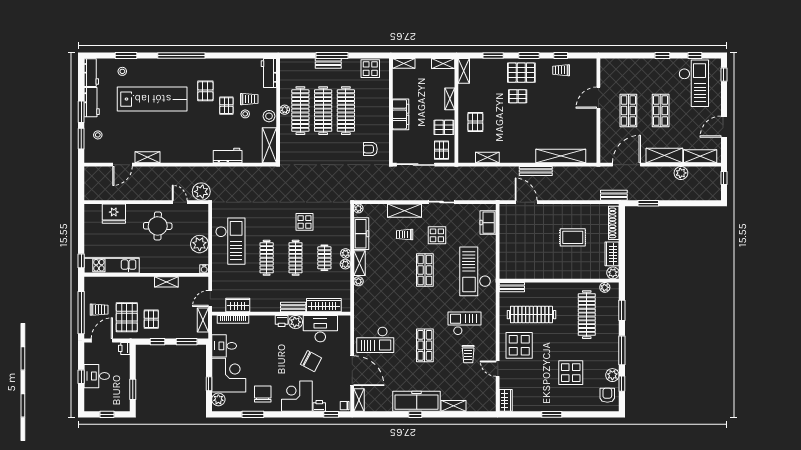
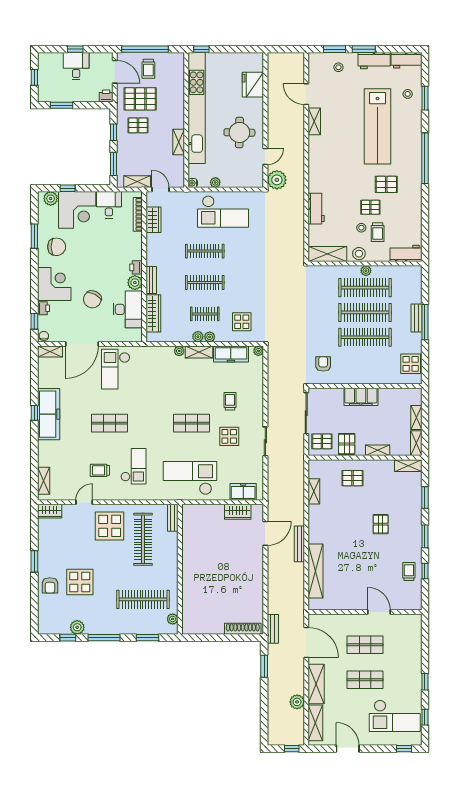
shelving: (404, 63) -> (416, 417), moved
pallet: (521, 73) -> (406, 528), removed
shelving: (405, 211) -> (256, 401), removed
display table: (305, 222) -> (242, 322), moved
rug: (573, 237) -> (227, 584), removed
plant: (200, 244) -> (215, 182), width x0.53, depth x0.53
wardrobe: (612, 254) -> (238, 512), moved, turned 180
kitchen unit: (112, 265) -> (197, 108), width x1.86
plant: (613, 273) -> (188, 628), removed
armchair: (607, 395) -> (50, 585), moved, turned 90
shelving: (454, 406) -> (44, 481), moved

